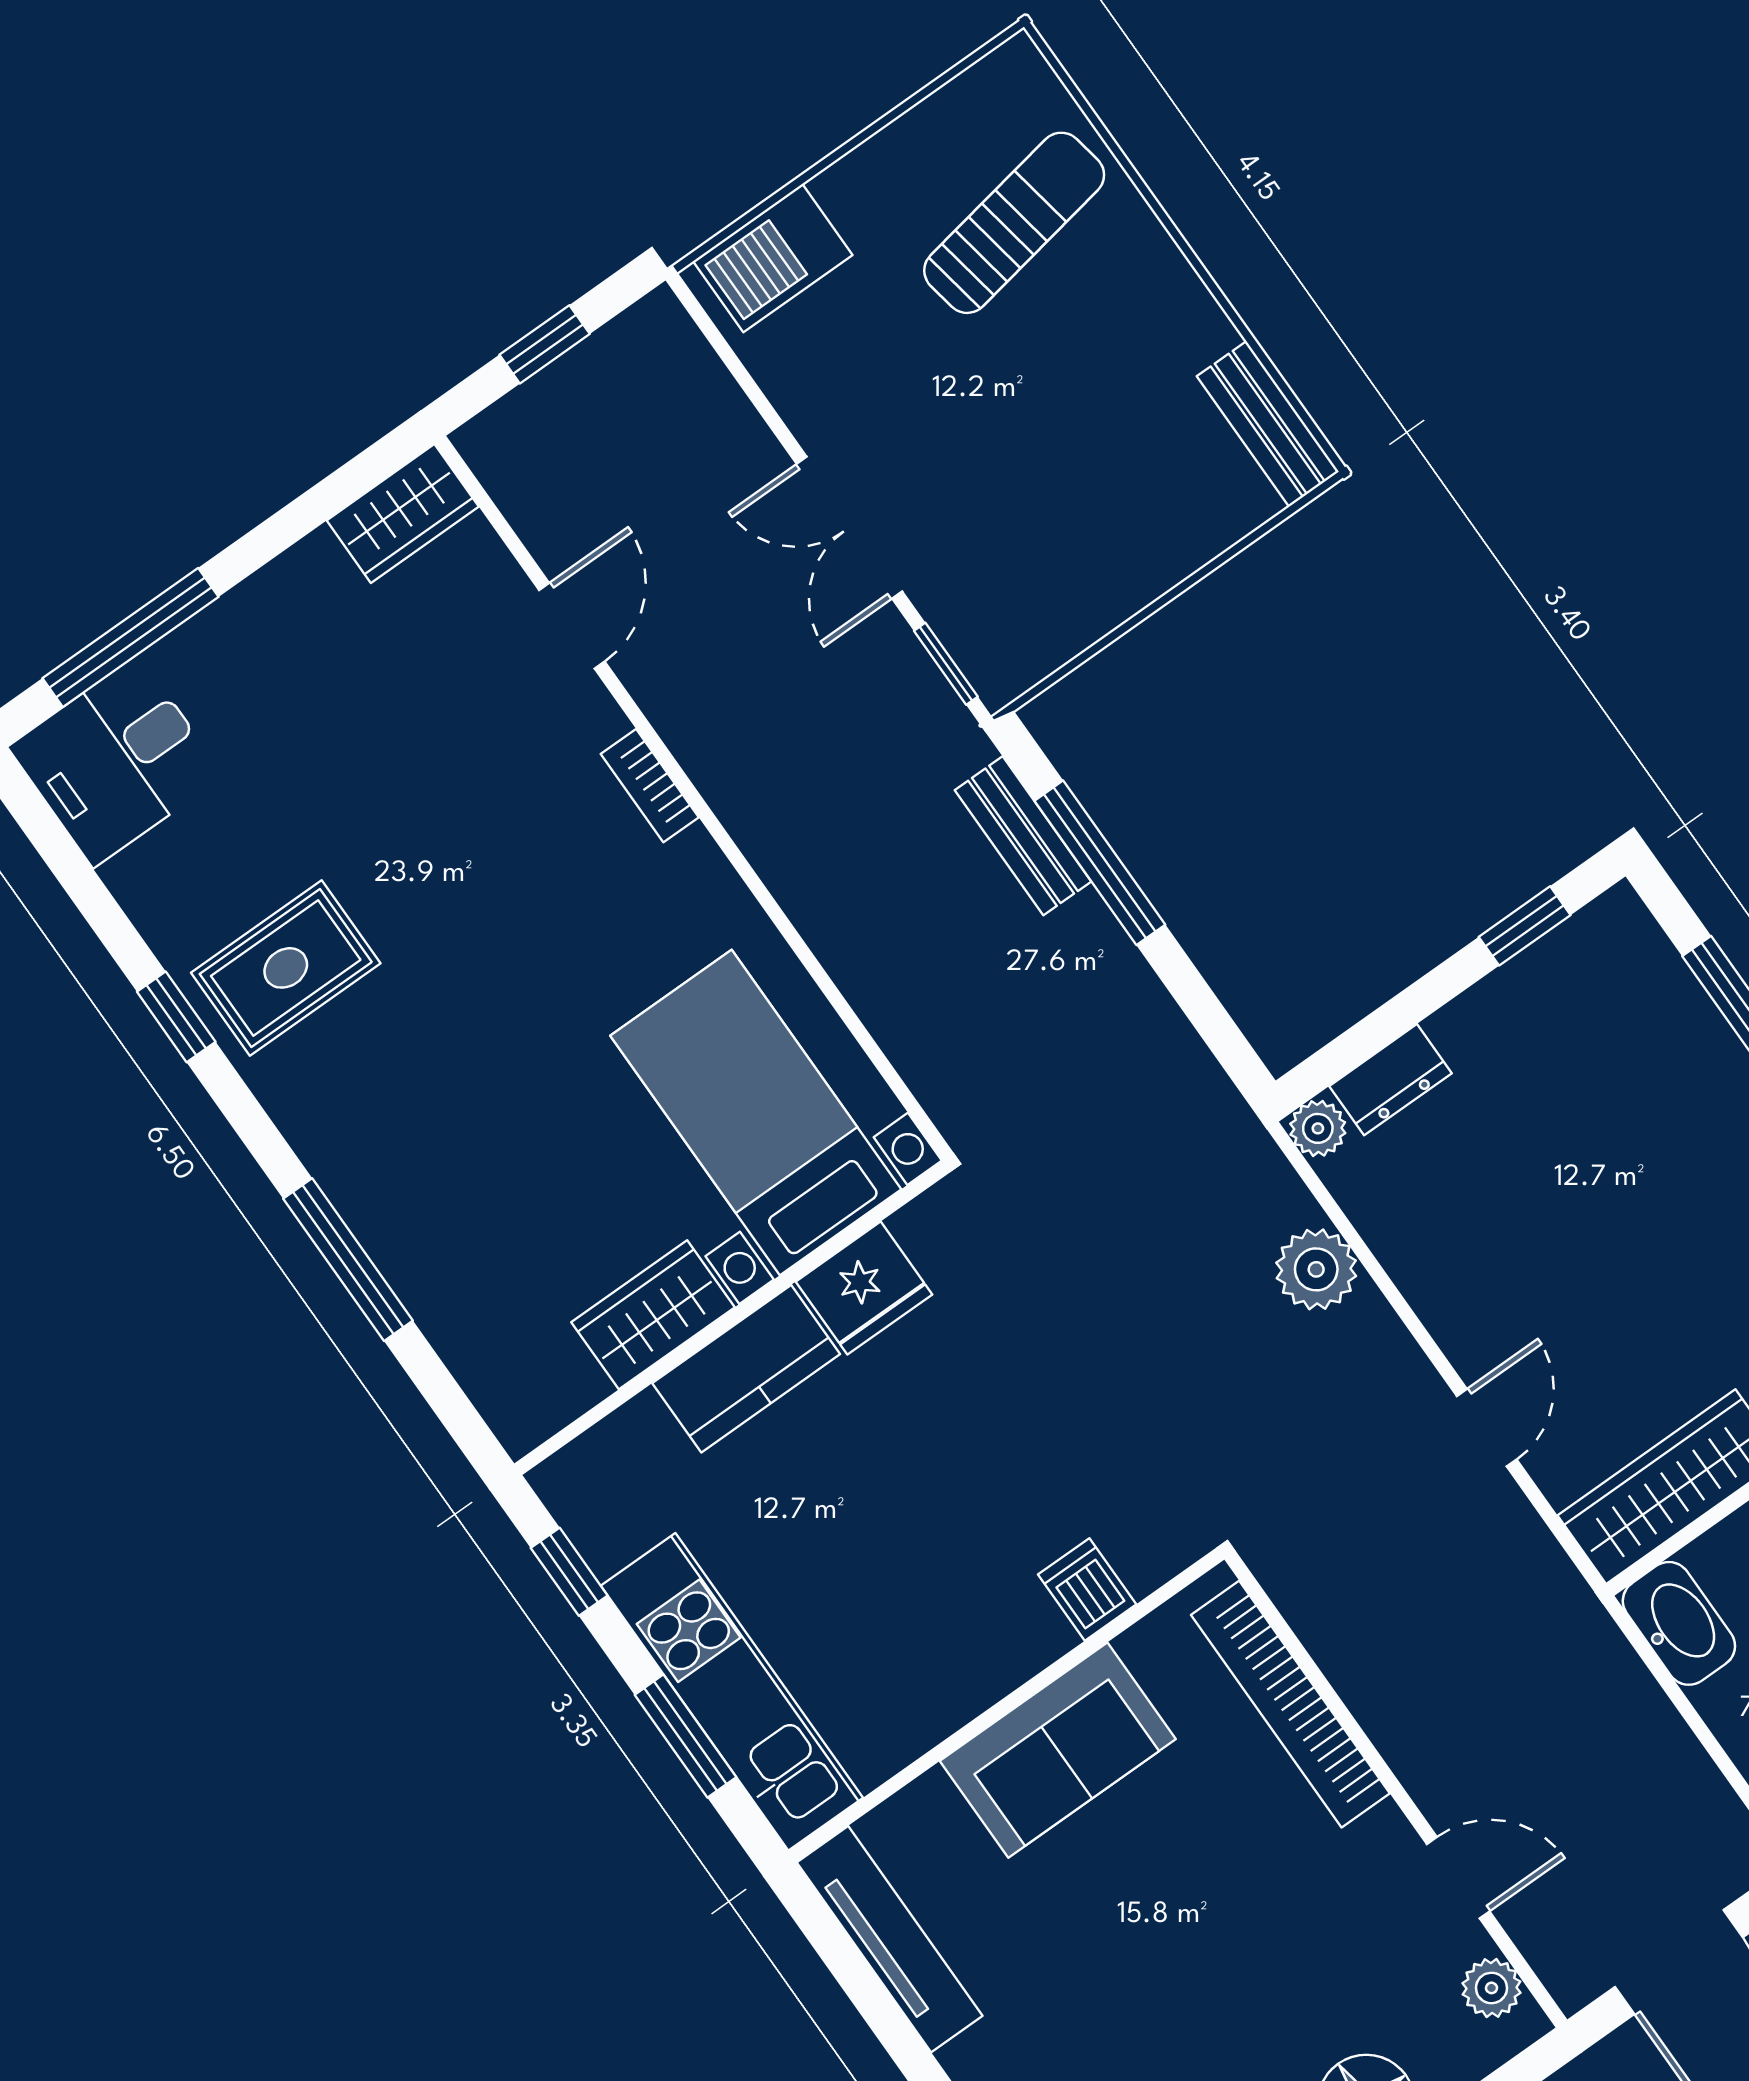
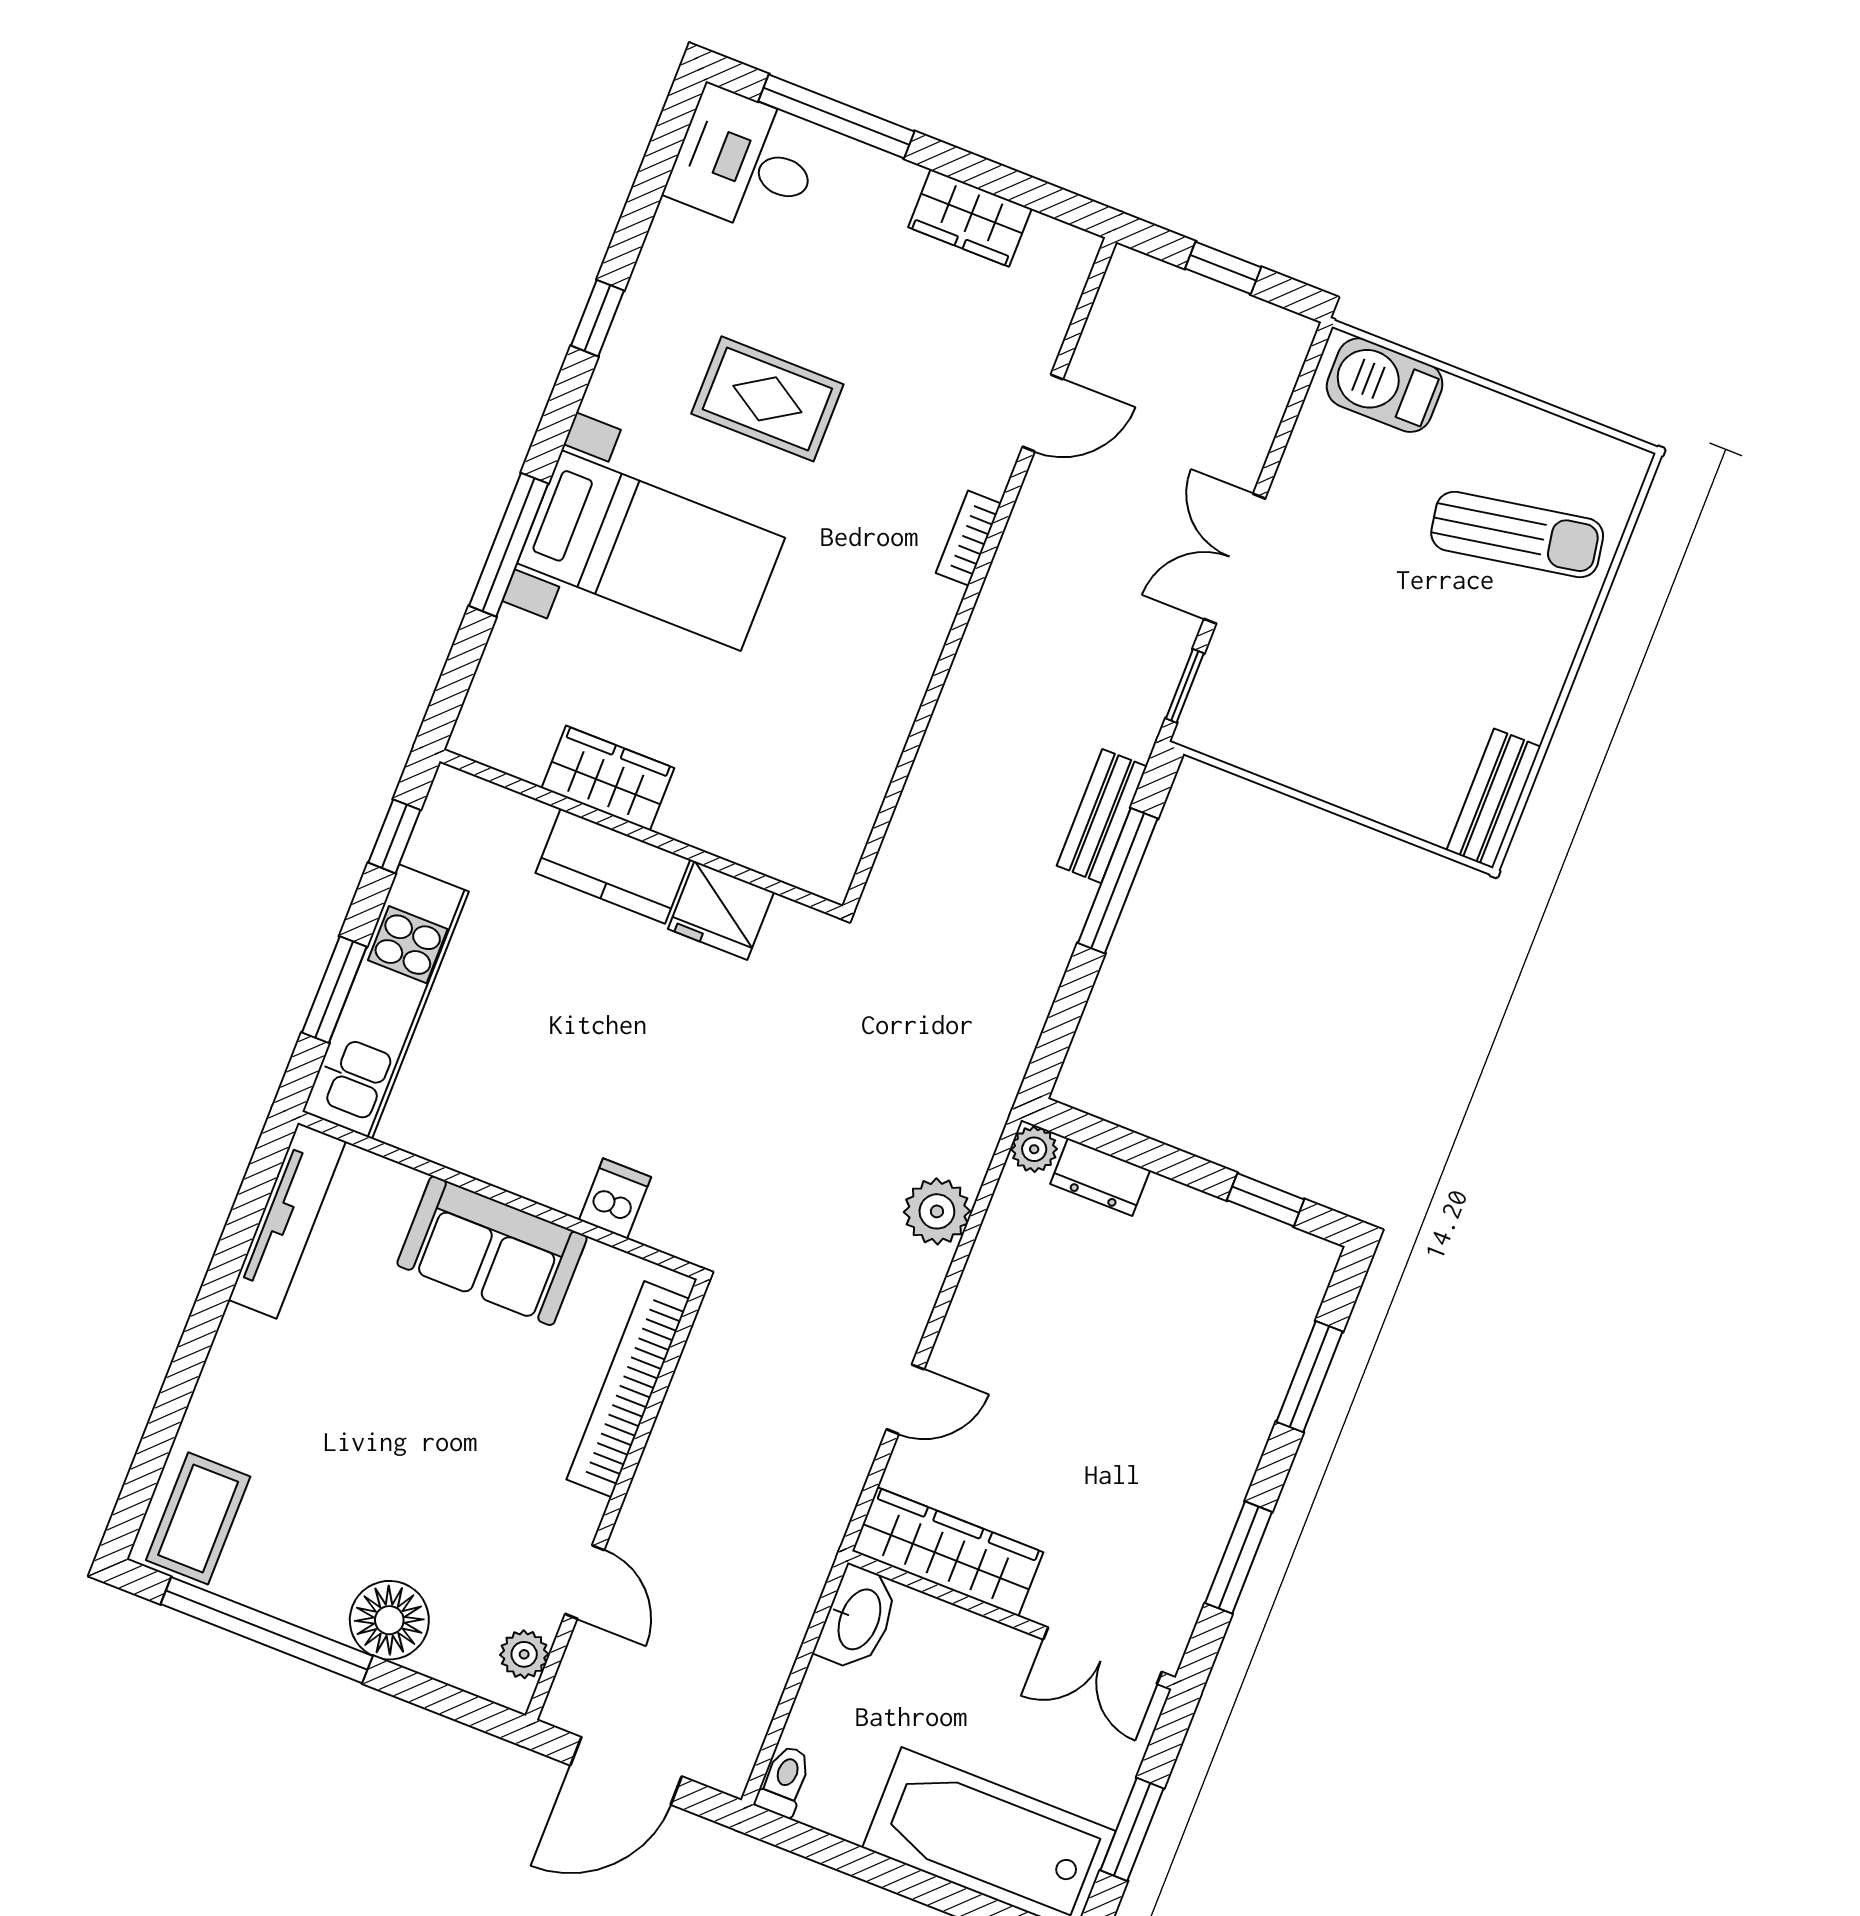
wardrobe: (403, 513) -> (970, 218), moved
rug: (286, 968) -> (767, 399), moved
bed with nightstands: (756, 1113) -> (651, 551), moved, turned 90

